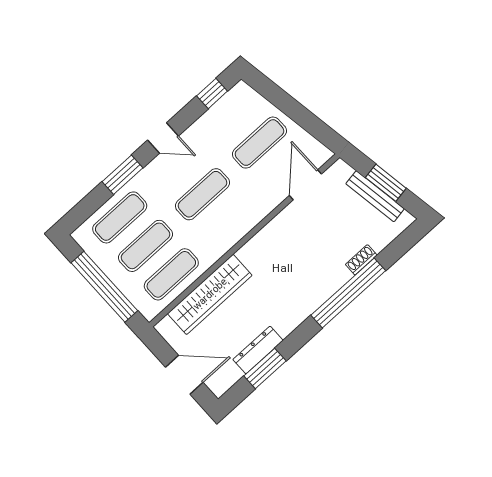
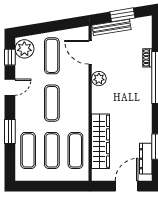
plant: (238, 102) -> (24, 49), added
door: (163, 138) -> (10, 87), moved
bench: (375, 196) -> (111, 27), moved
plant: (283, 224) -> (99, 79), added
window: (104, 287) -> (53, 186), removed
dresser: (258, 350) -> (146, 159), moved

